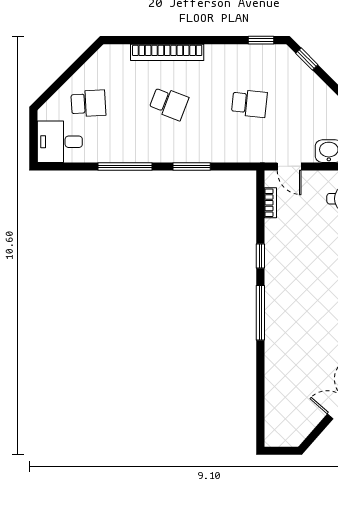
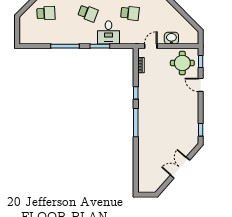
desk: (60, 142) -> (108, 32), moved, turned -90
door: (289, 166) -> (151, 46), swing flipped

